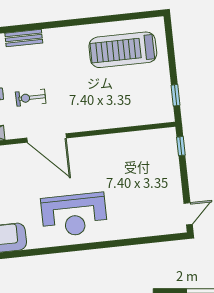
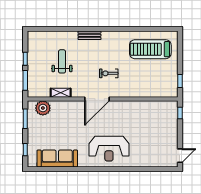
exercise bike: (31, 98) -> (109, 73), moved
door: (47, 138) -> (97, 99), hinge flipped

